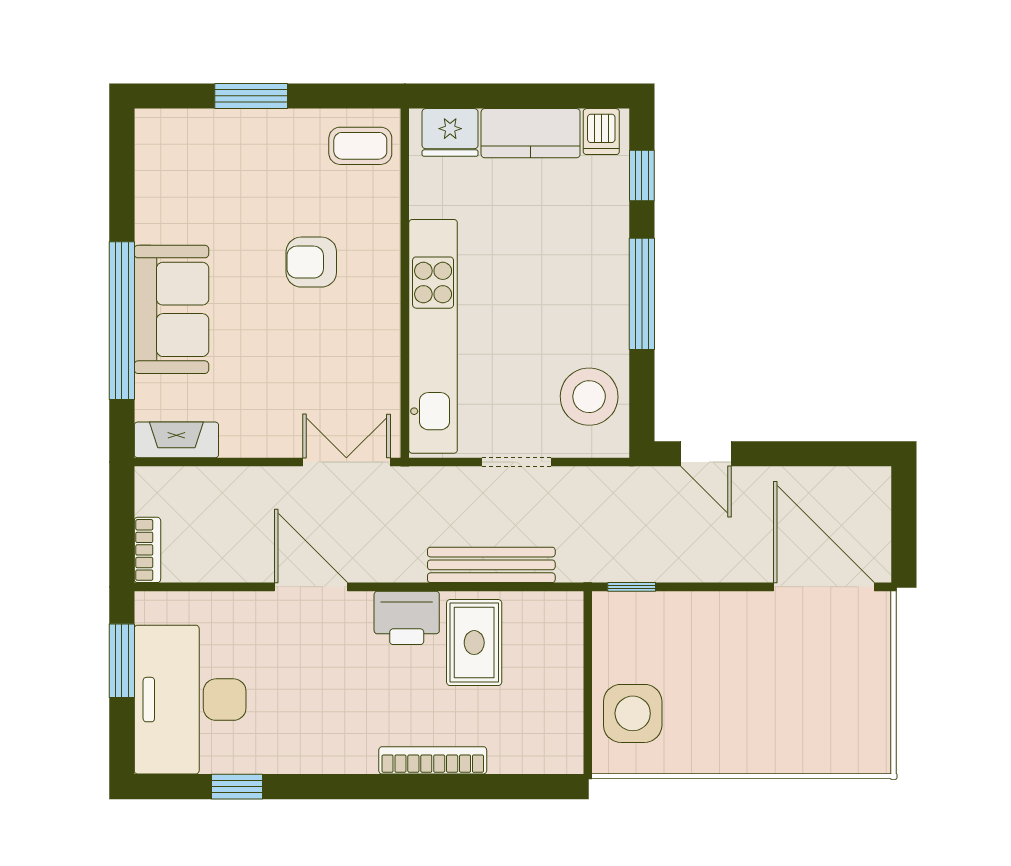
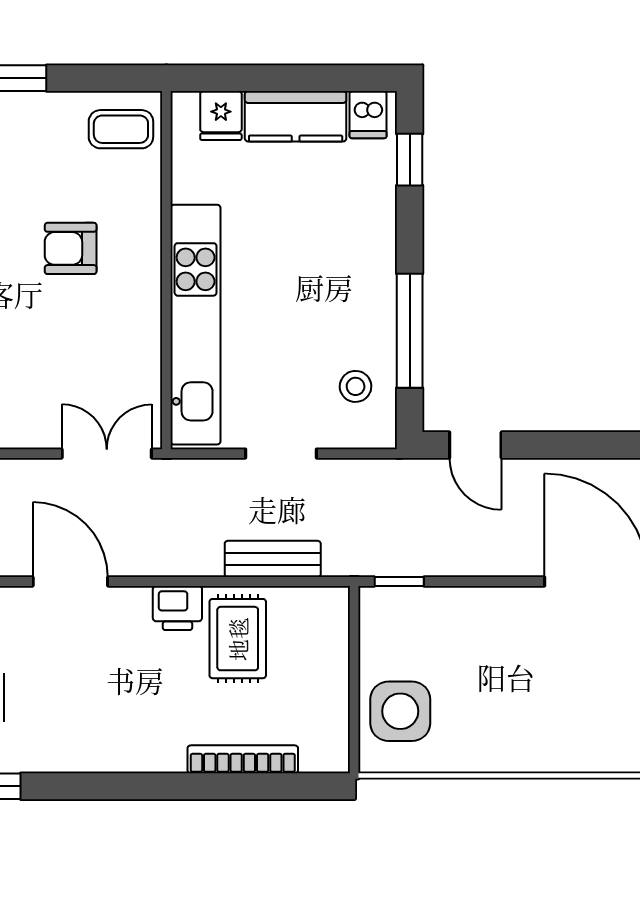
fridge: (450, 132) -> (221, 116), width x0.72
window: (642, 294) -> (410, 331), moved
stool: (589, 397) -> (356, 386), width x0.53, depth x0.53
bench: (491, 565) -> (273, 559), width x0.73
printer: (407, 618) -> (177, 608), width x0.73, depth x0.81
bookcase: (433, 760) -> (243, 759), moved

